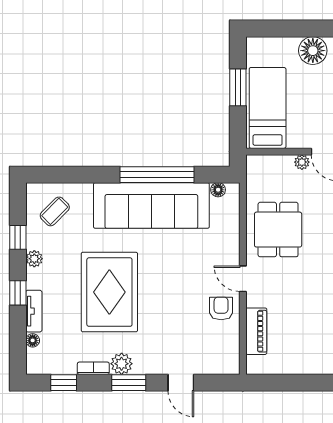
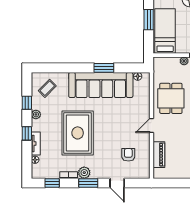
window: (157, 175) -> (104, 68), width x0.47
door: (243, 279) -> (151, 126), hinge flipped
armchair: (221, 308) -> (128, 155), moved

